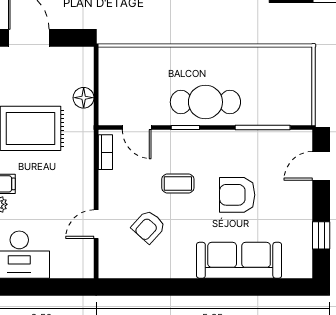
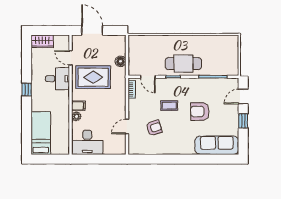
armchair: (149, 227) -> (154, 128), turned -149
window: (321, 235) -> (243, 121), moved
sofa: (239, 260) -> (217, 145), moved

